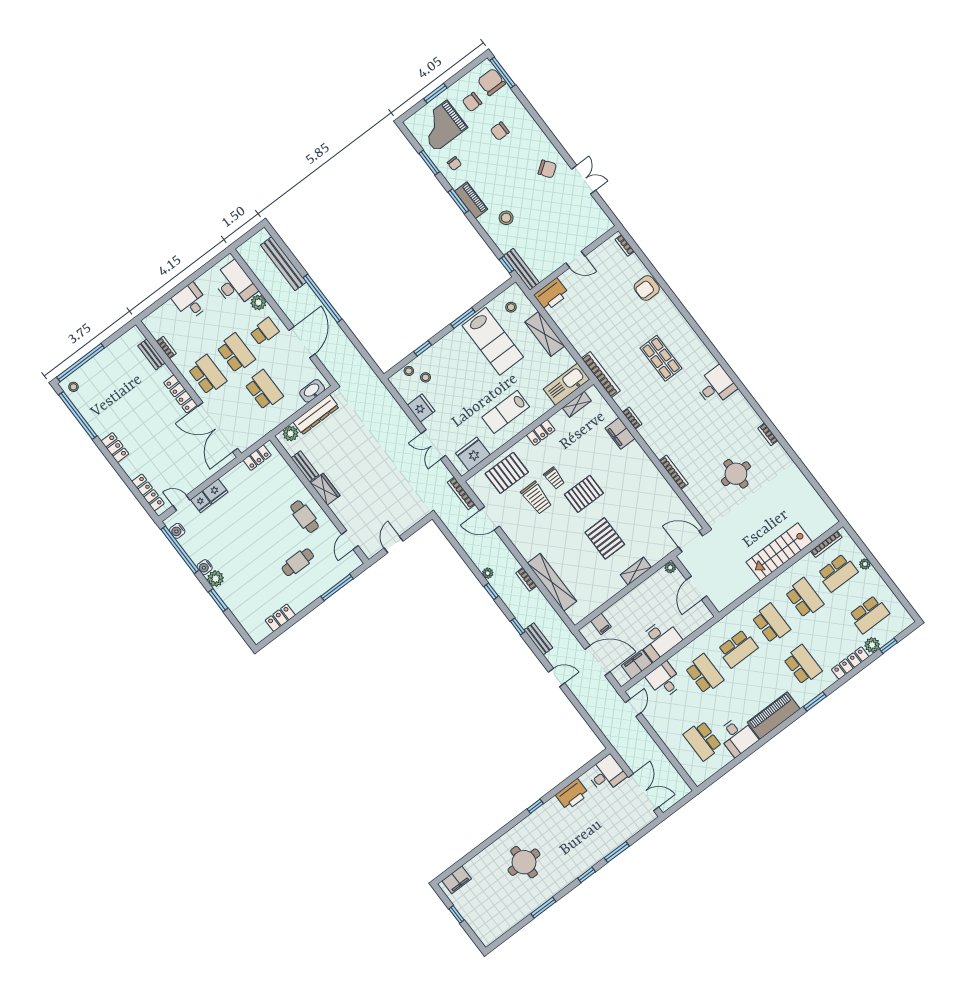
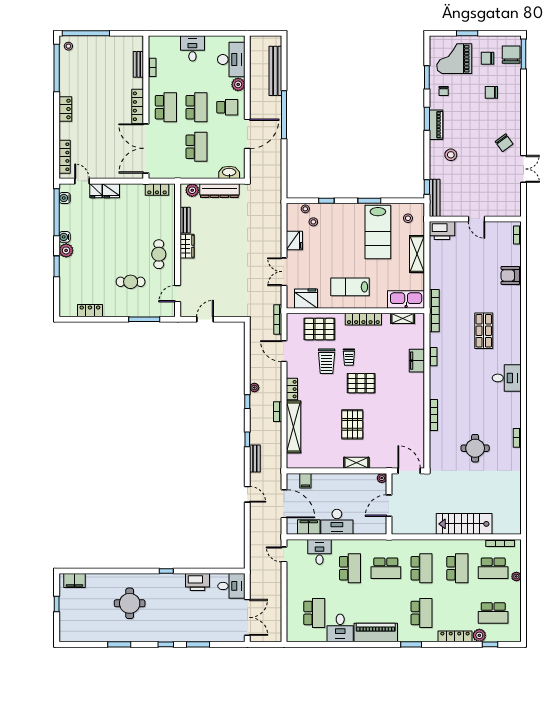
locker: (541, 432) -> (363, 319), width x1.53
locker: (524, 548) -> (292, 389), added
door: (633, 708) -> (284, 554), swing flipped
school desk: (703, 741) -> (314, 613), turned 180

